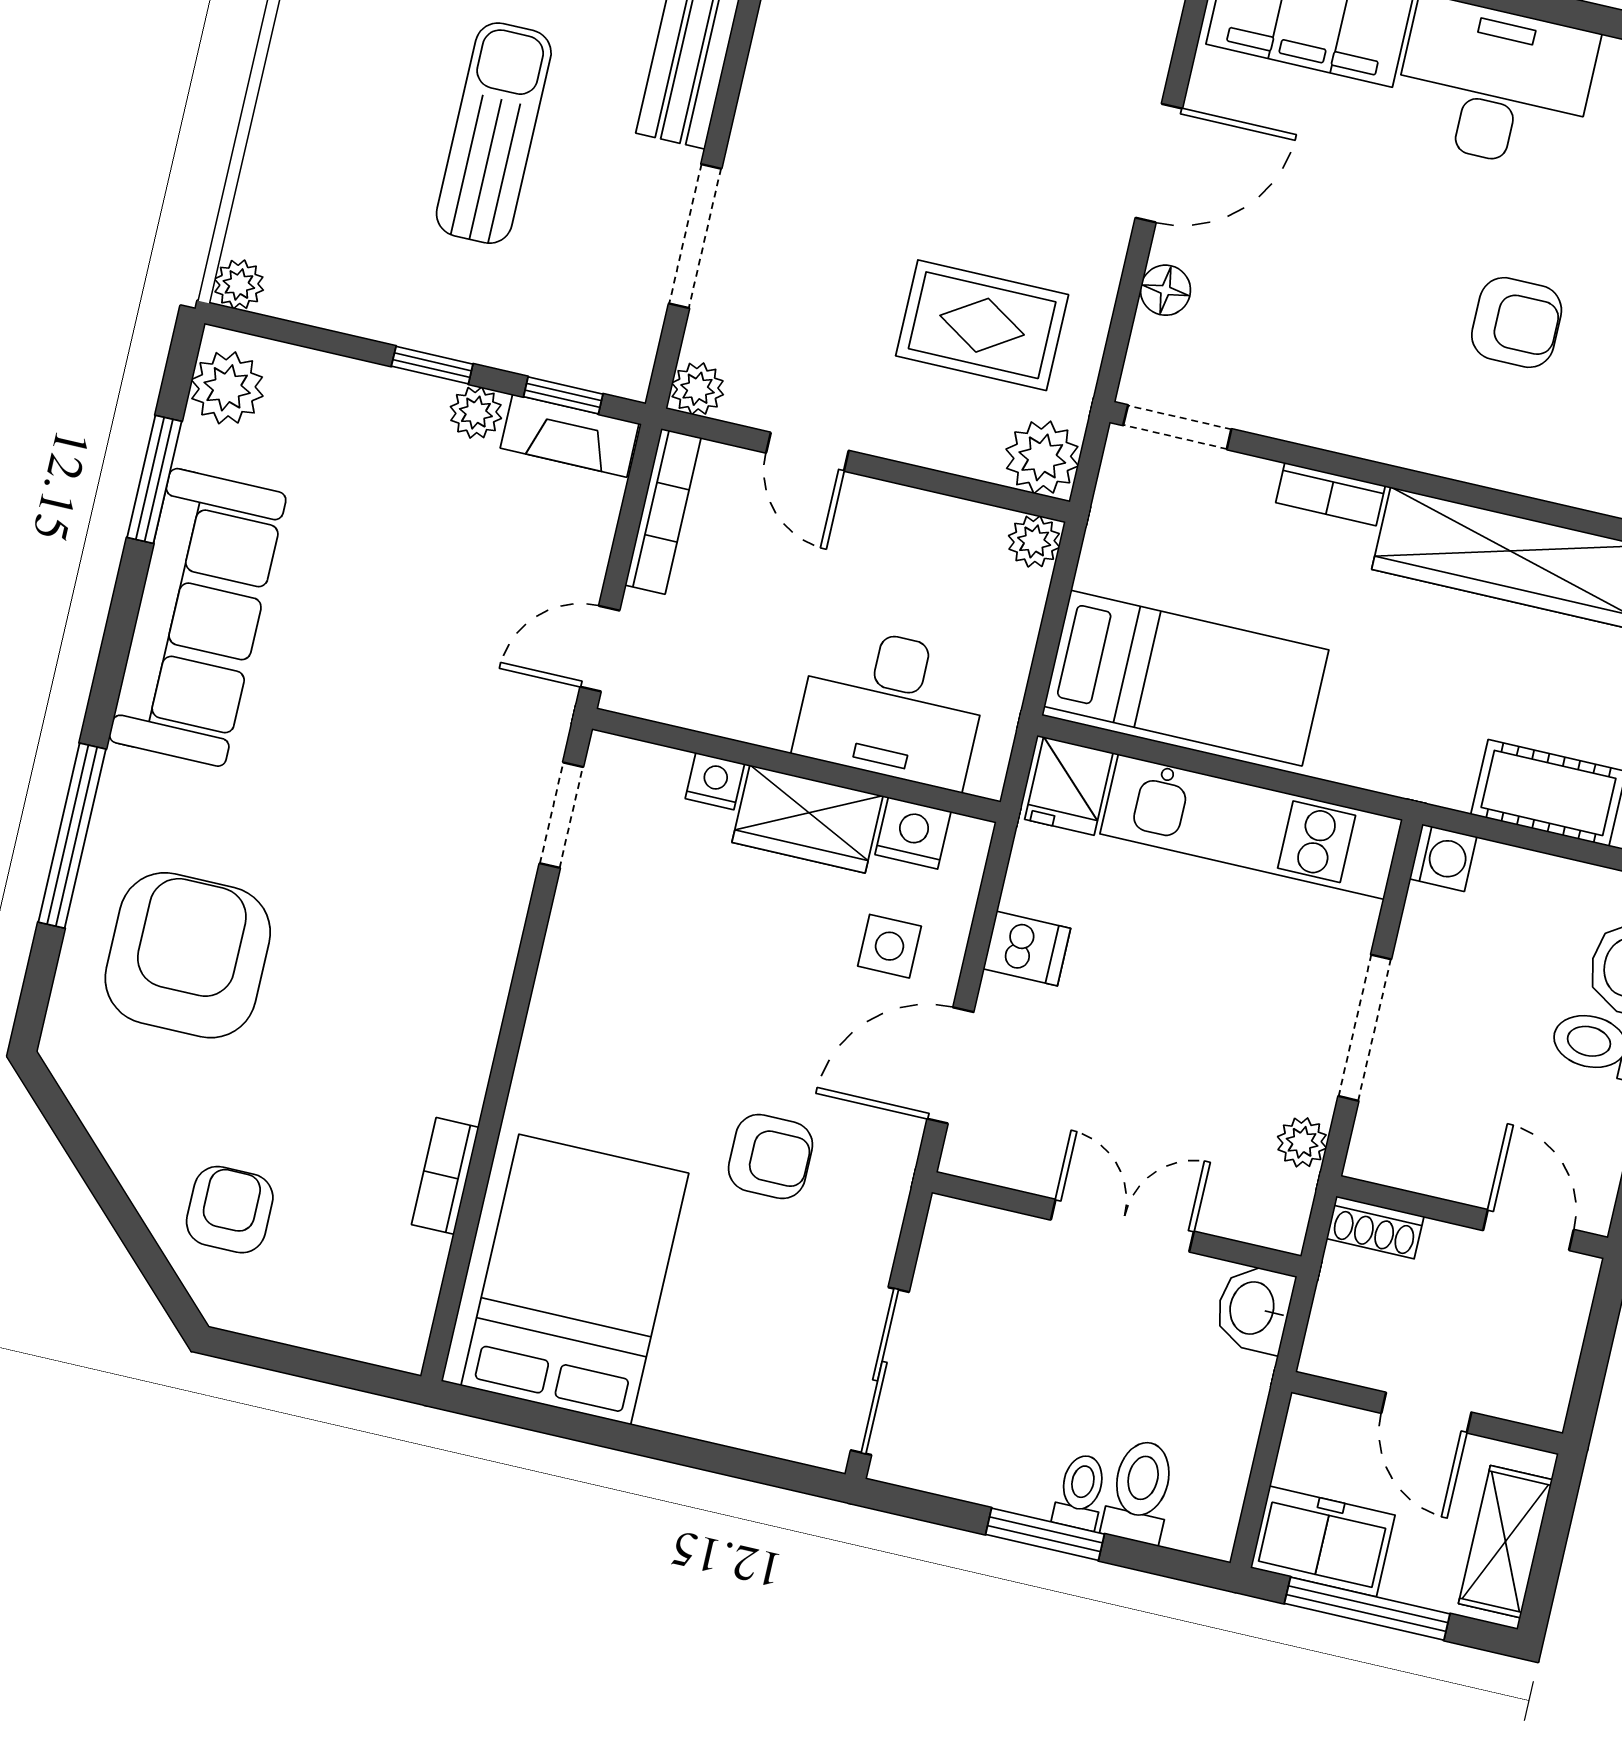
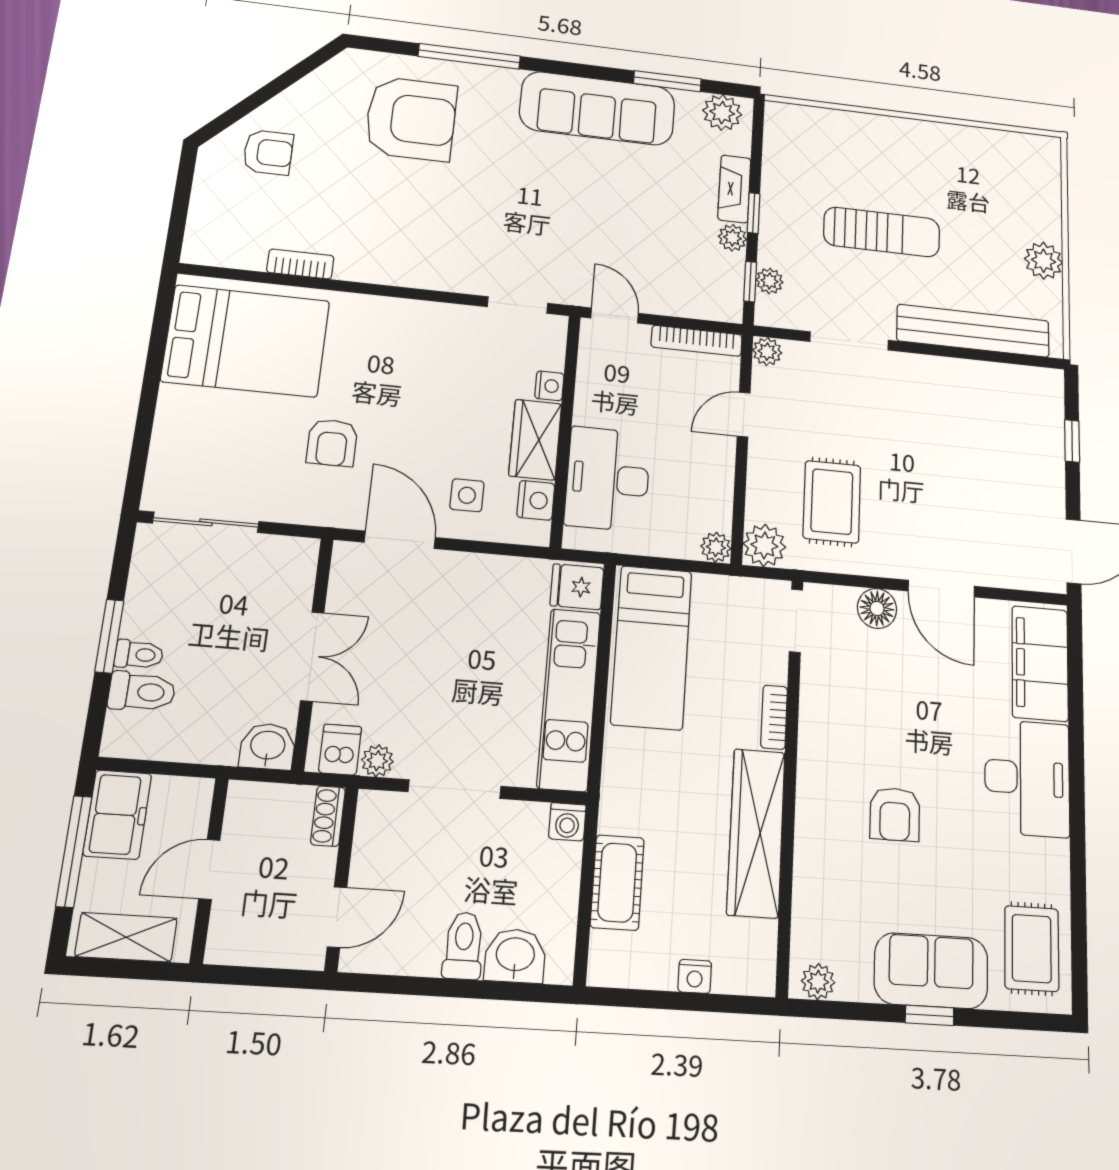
plant: (239, 284) -> (770, 281), moved
floor lamp: (1165, 290) -> (877, 608), width x1.37, depth x1.37
fireplace: (570, 436) -> (734, 189), moved
dishwasher: (1027, 949) -> (340, 750), moved, turned 180

